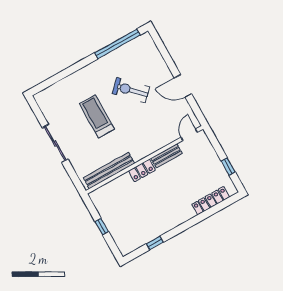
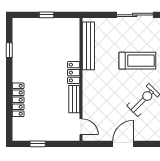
locker: (211, 201) -> (18, 100), moved

